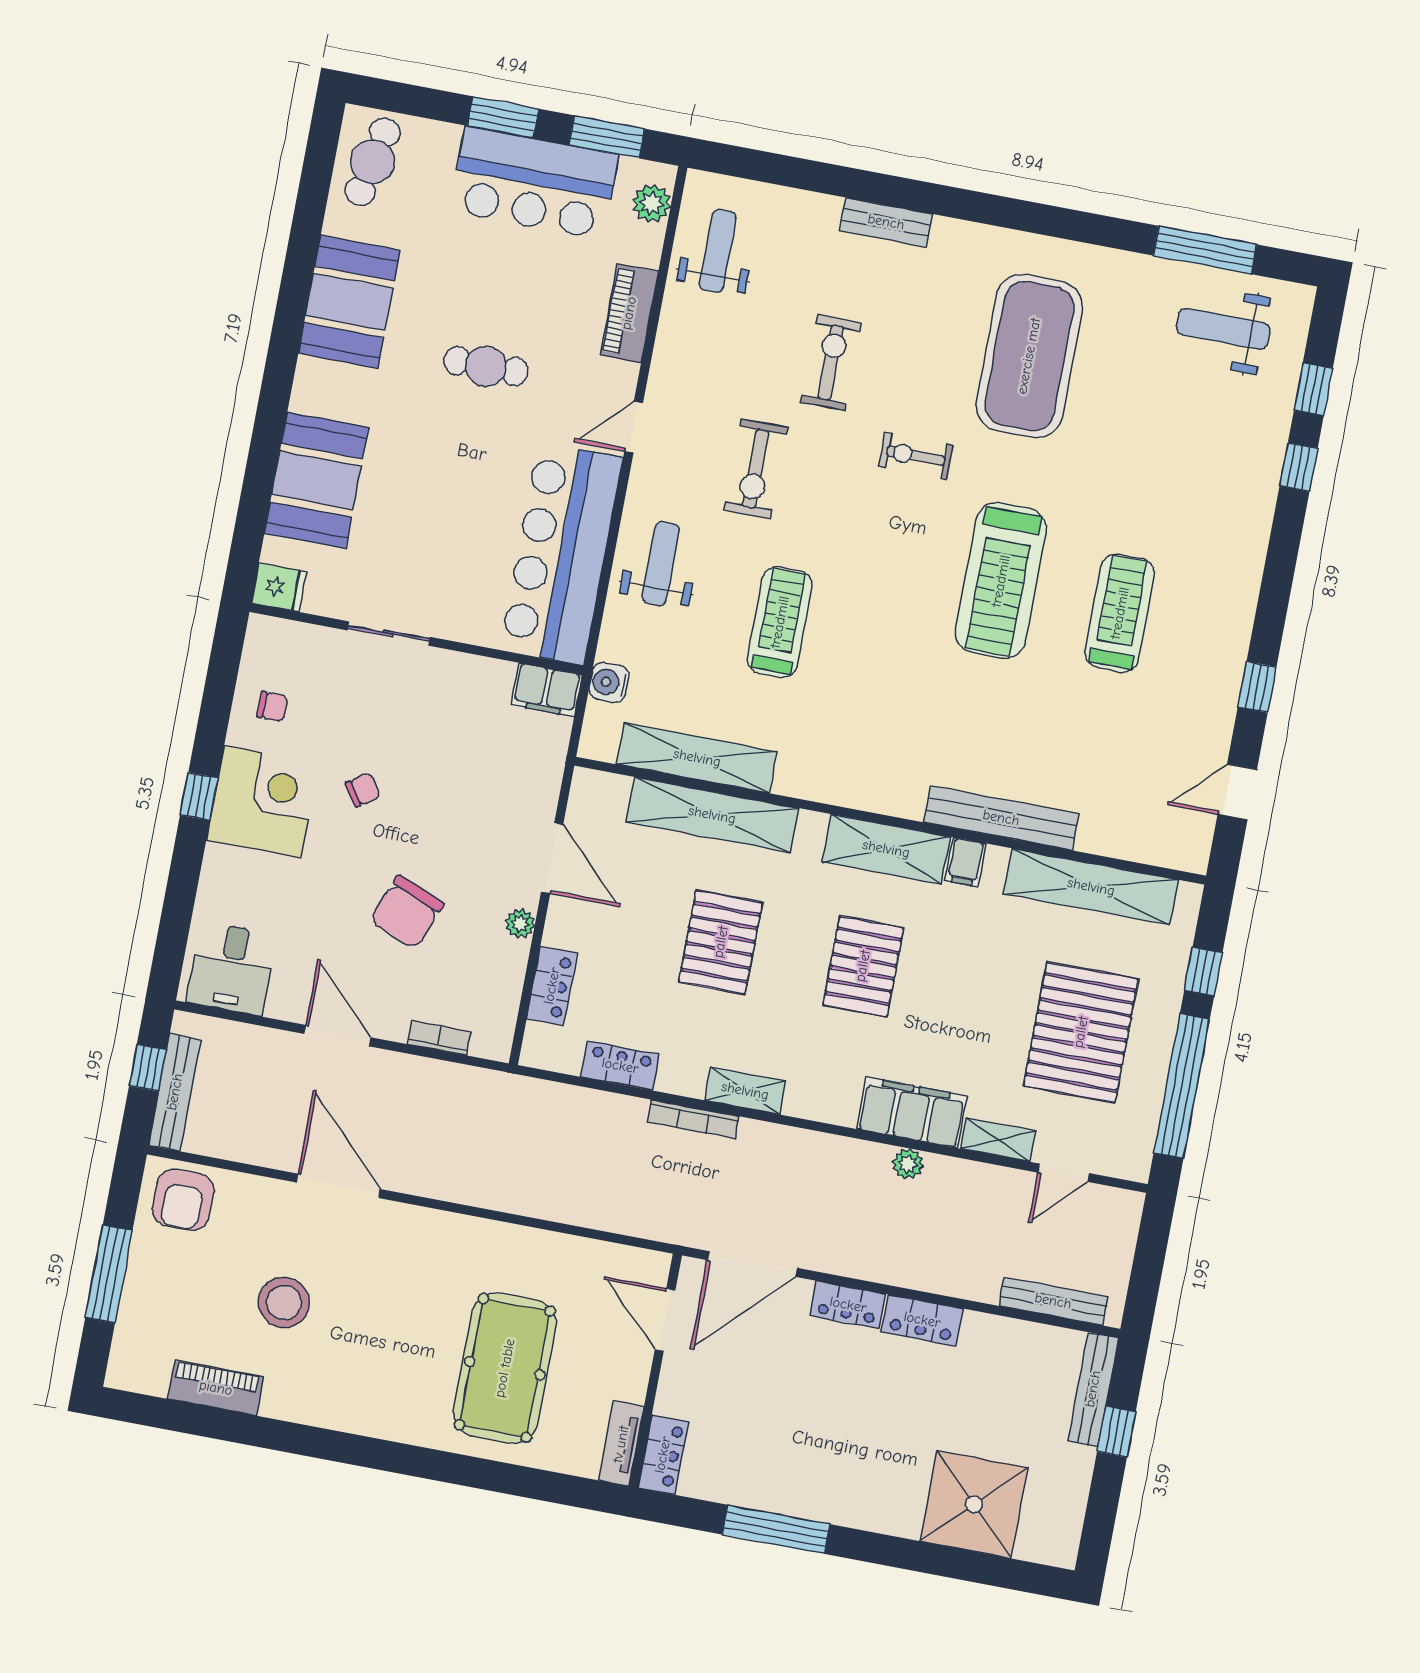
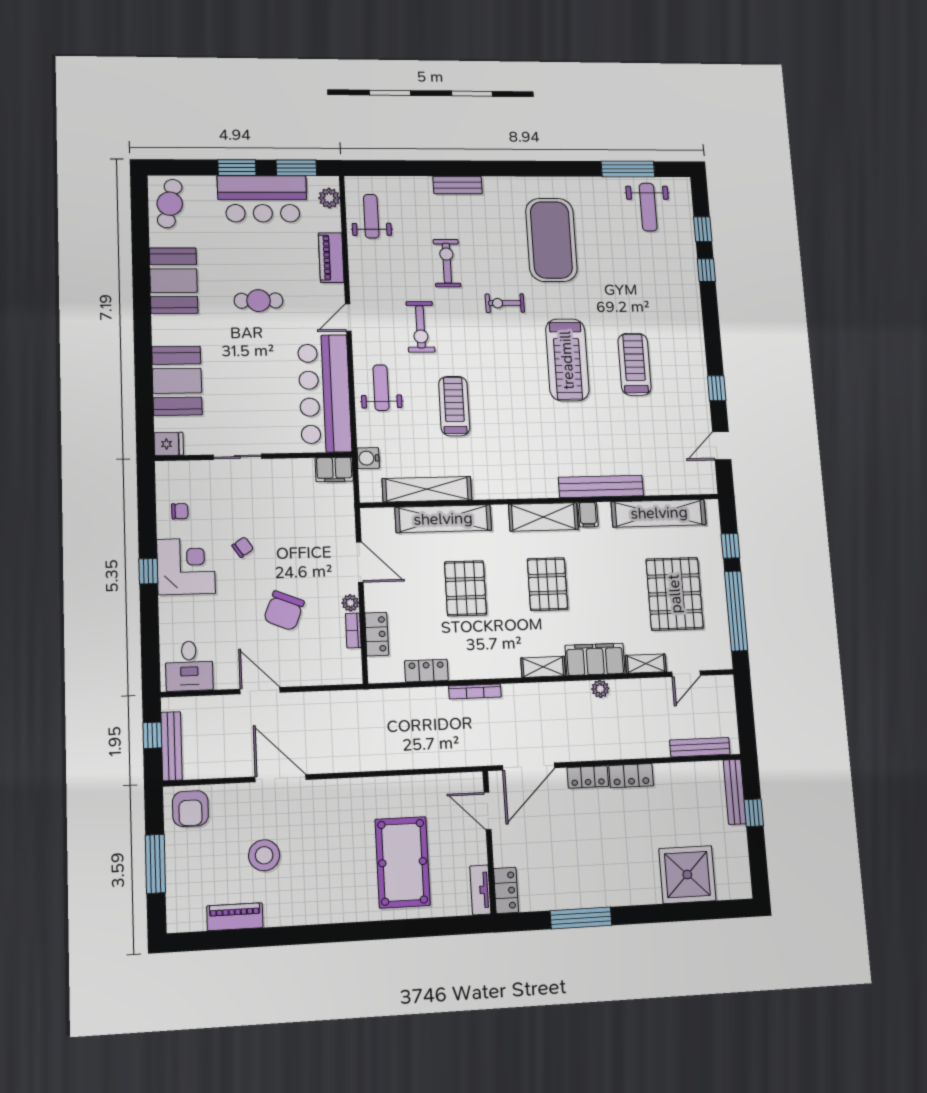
weight bench: (1223, 329) -> (648, 207), turned -90
bookcase: (439, 1038) -> (353, 631), moved, turned -90
shelving: (745, 1091) -> (543, 667), moved

